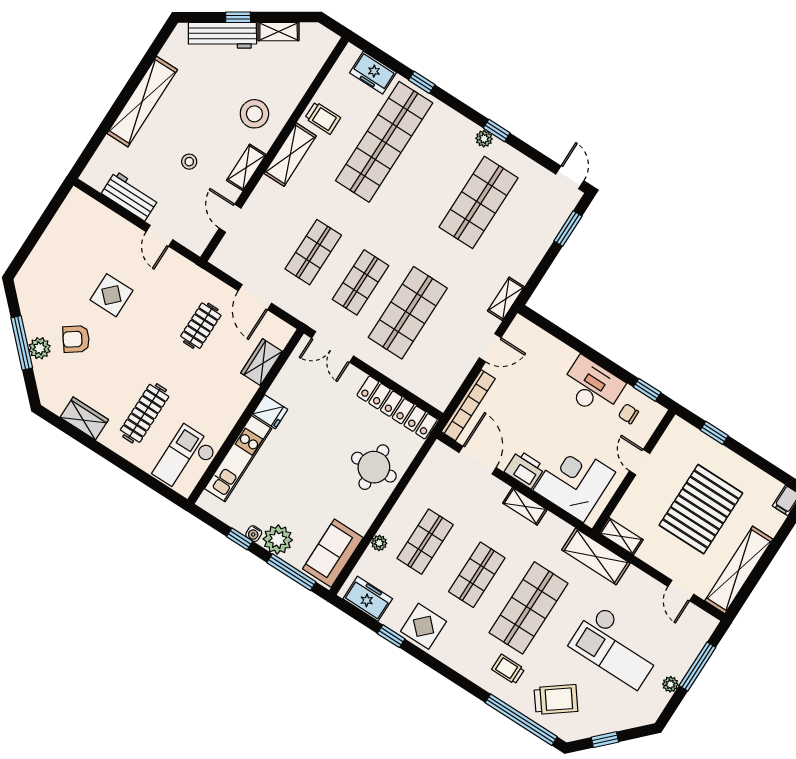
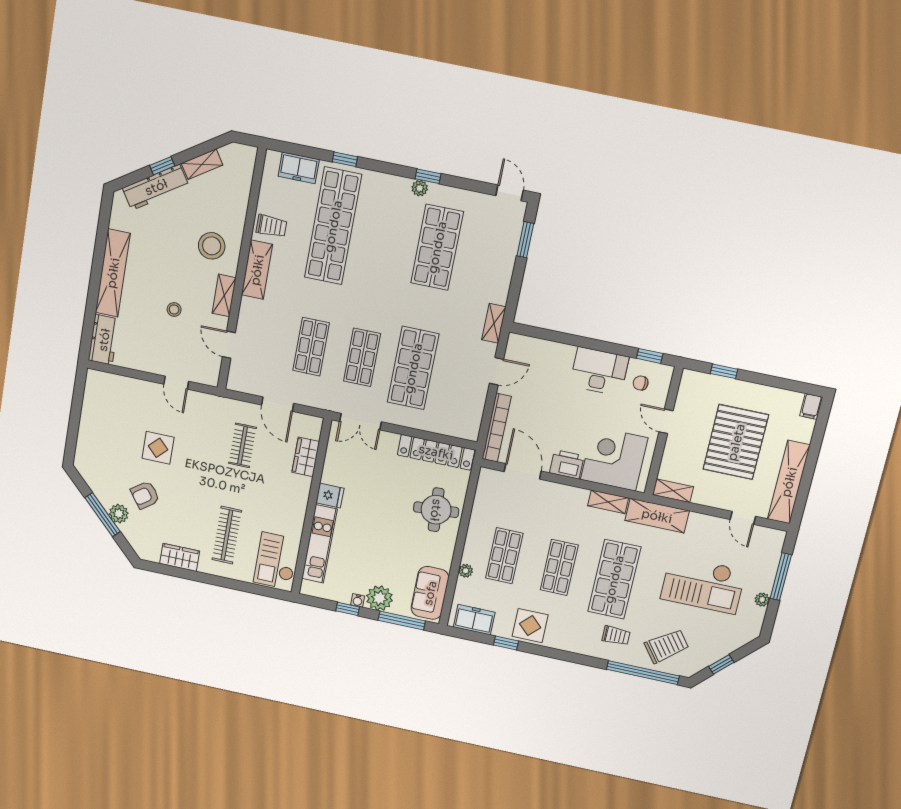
workbench: (130, 196) -> (104, 340), moved, turned 90
shelving: (525, 506) -> (608, 502), moved
trolley: (508, 669) -> (616, 636), turned 180

